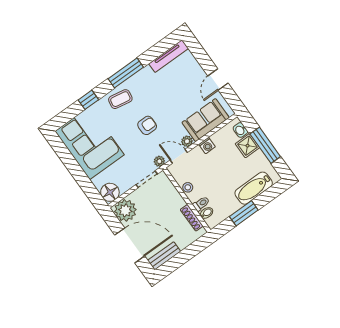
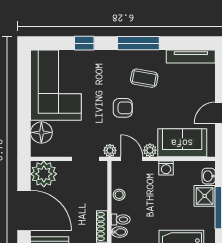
coffee table: (120, 99) -> (144, 78), moved
floor lamp: (110, 192) -> (41, 132), moved

